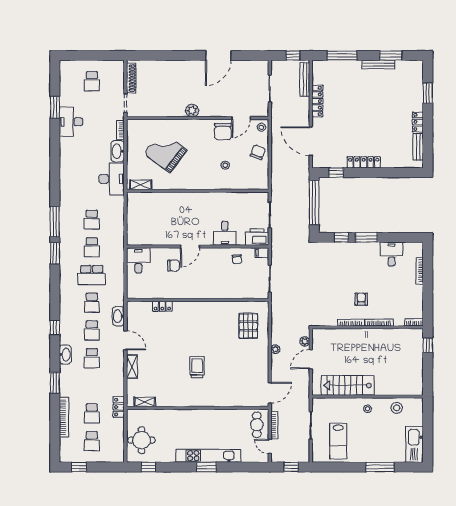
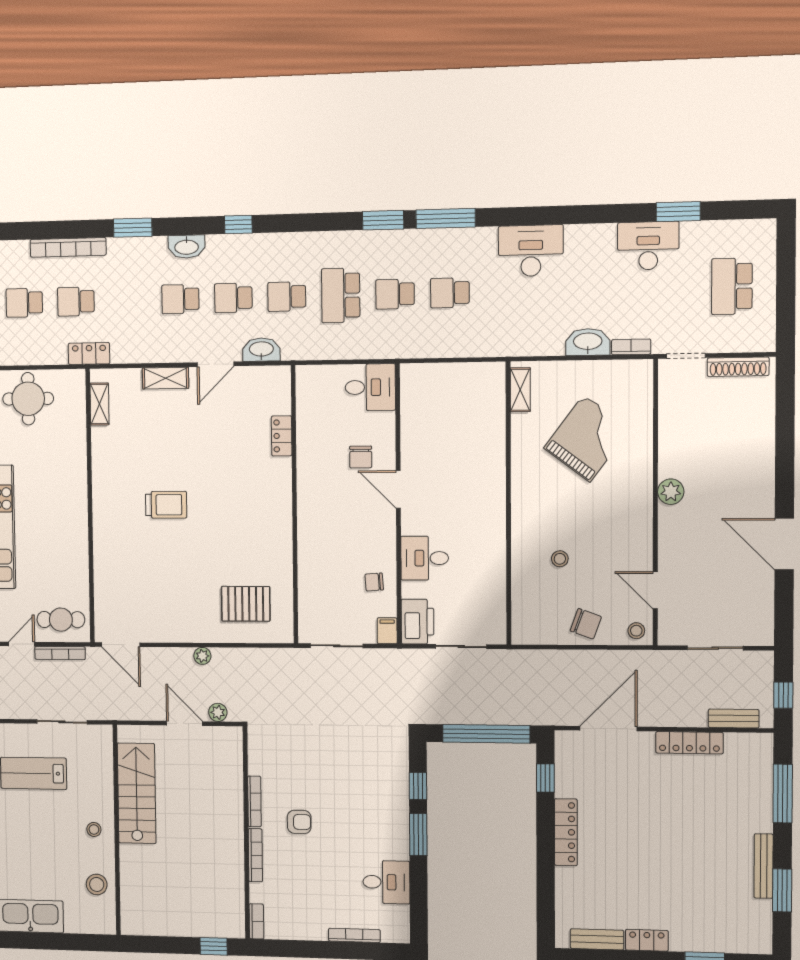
bench: (305, 79) -> (734, 718), width x0.73
school desk: (92, 81) -> (732, 286), width x1.85
chair: (223, 132) -> (628, 554), removed
desk: (112, 179) -> (531, 251), moved, turned 180

